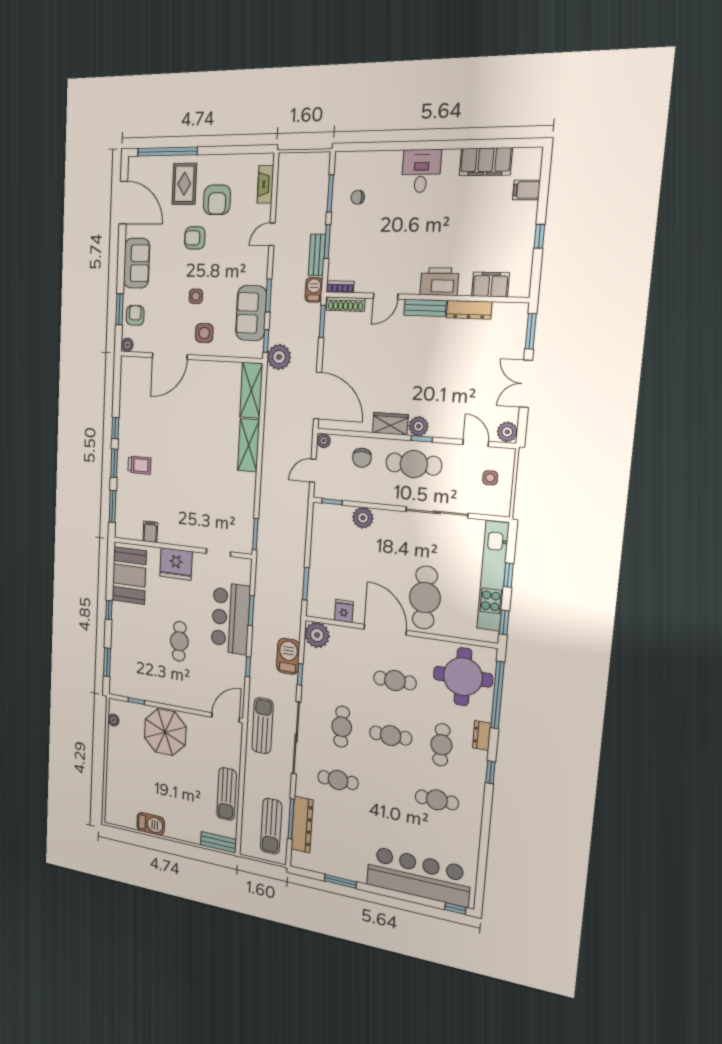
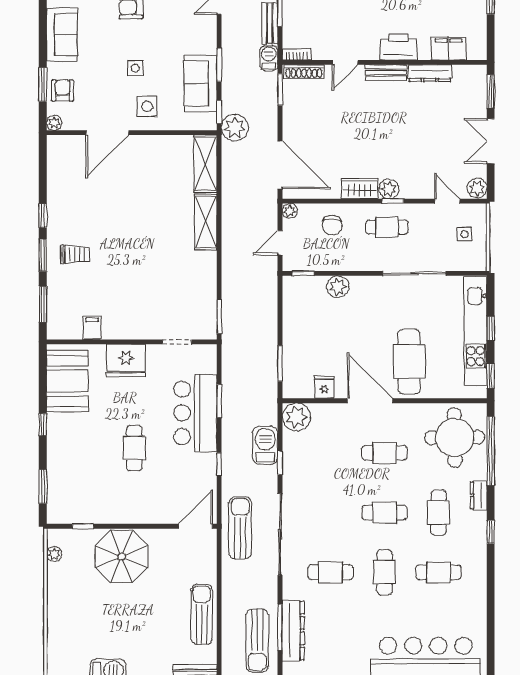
cafe table: (414, 464) -> (387, 227), width x0.73, depth x0.74
cafe table: (342, 727) -> (385, 572), moved
sun lounger: (227, 794) -> (202, 614), turned 180

